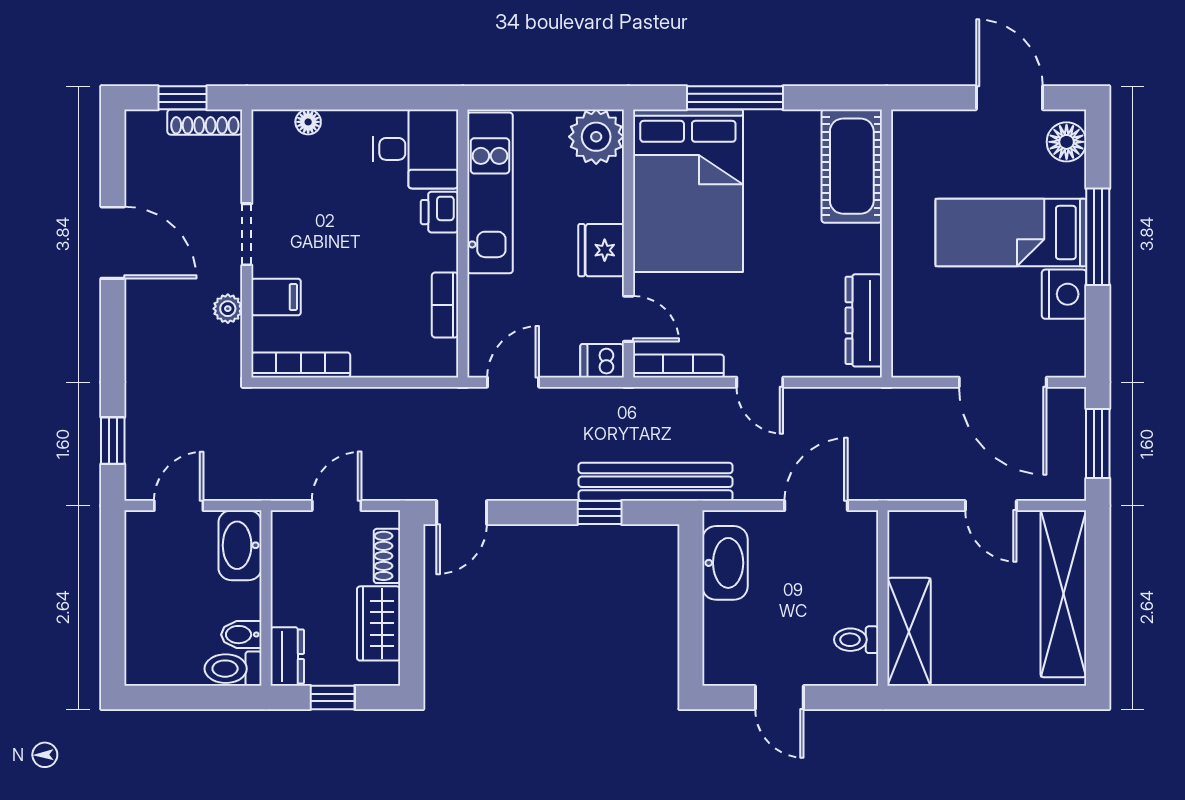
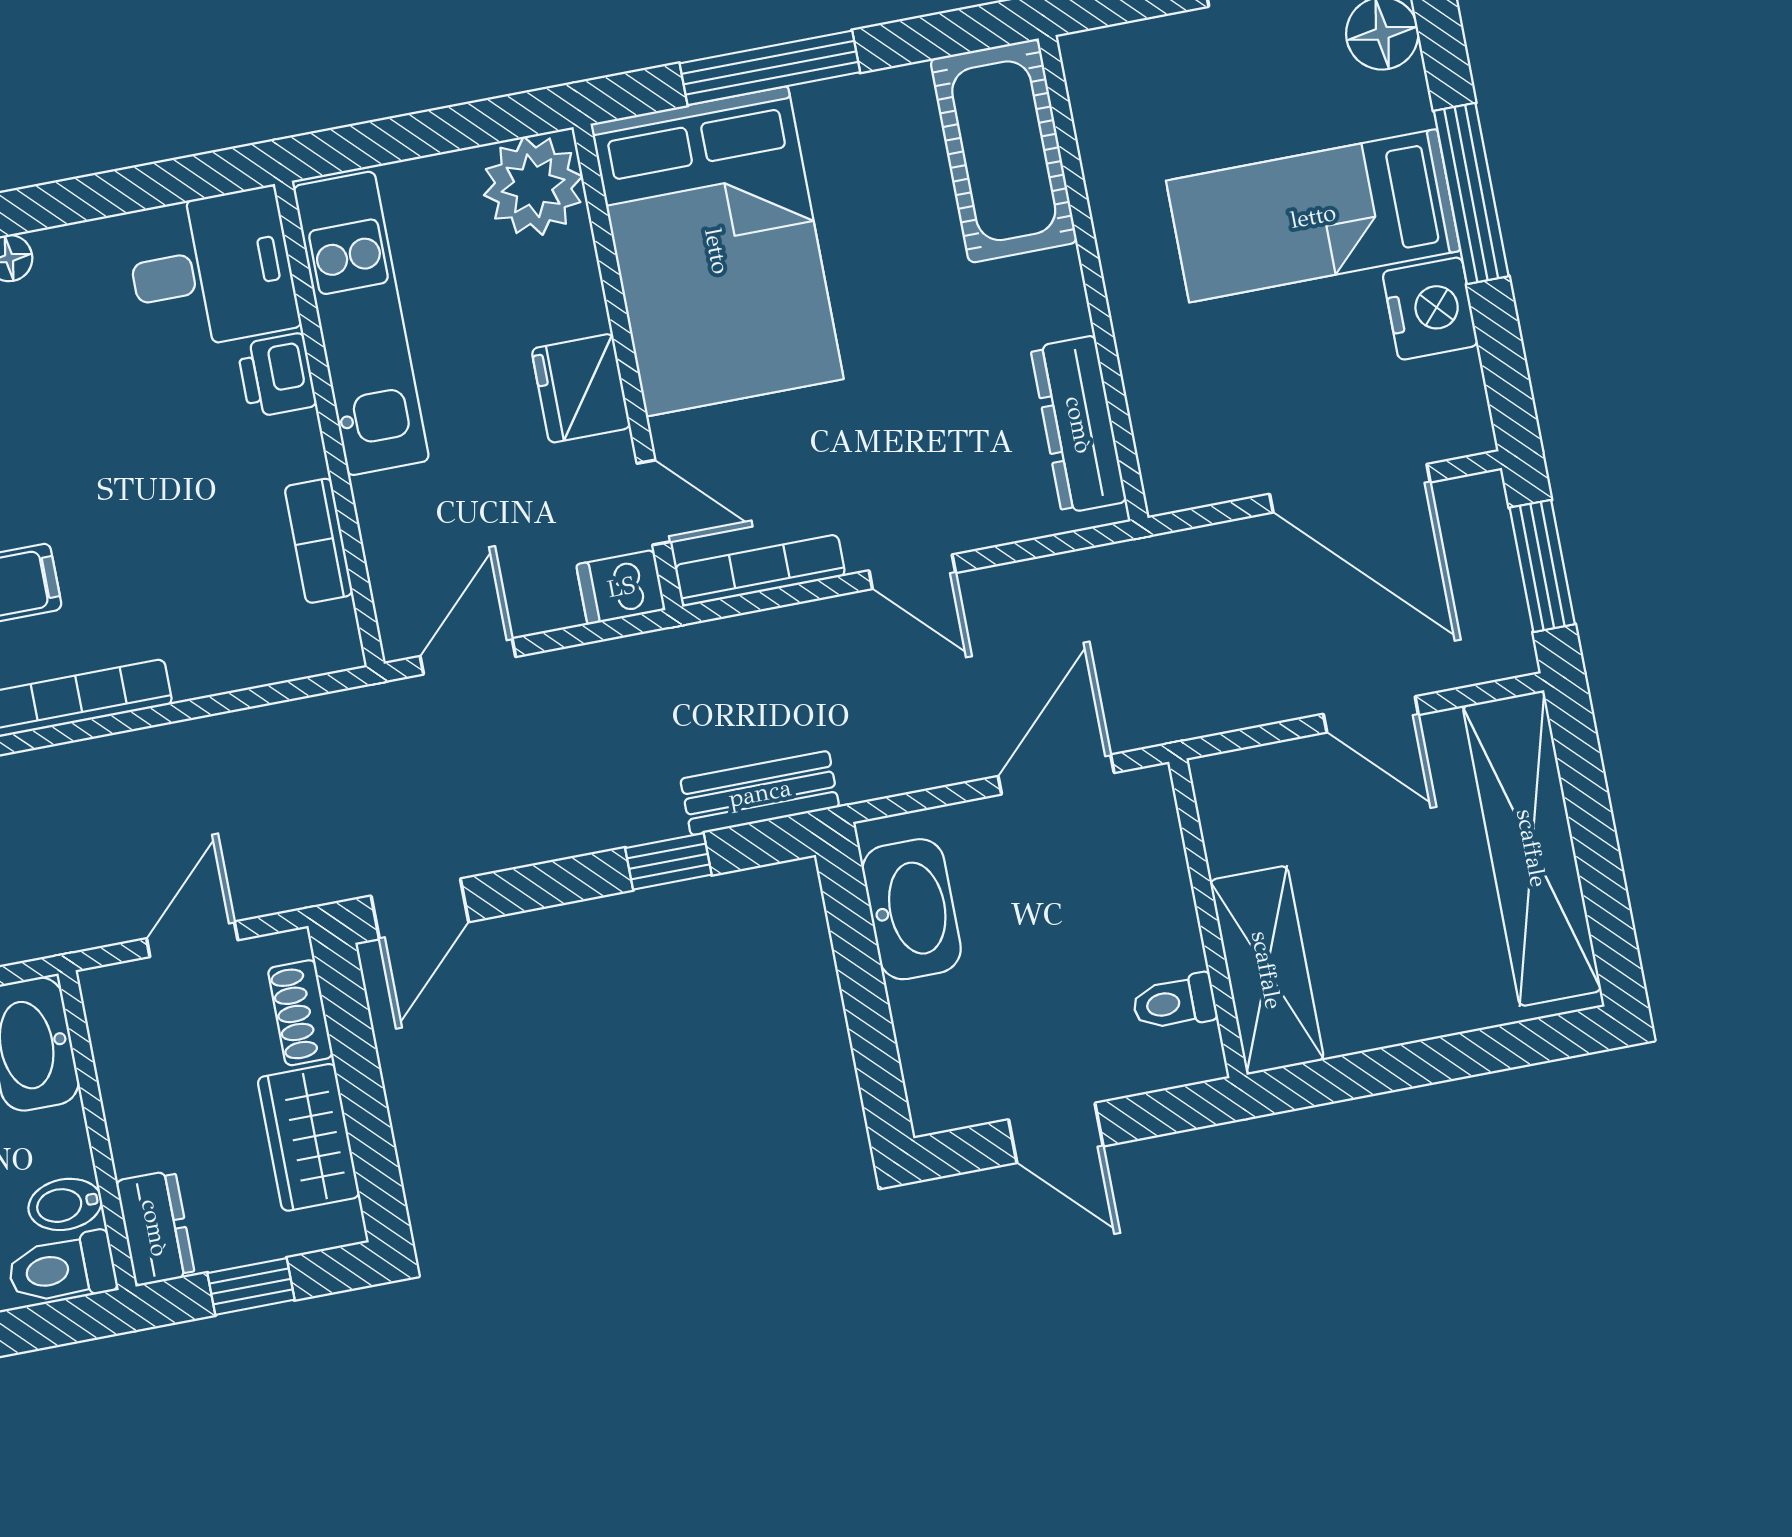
bench: (655, 482) -> (760, 793), width x0.54, depth x0.82

